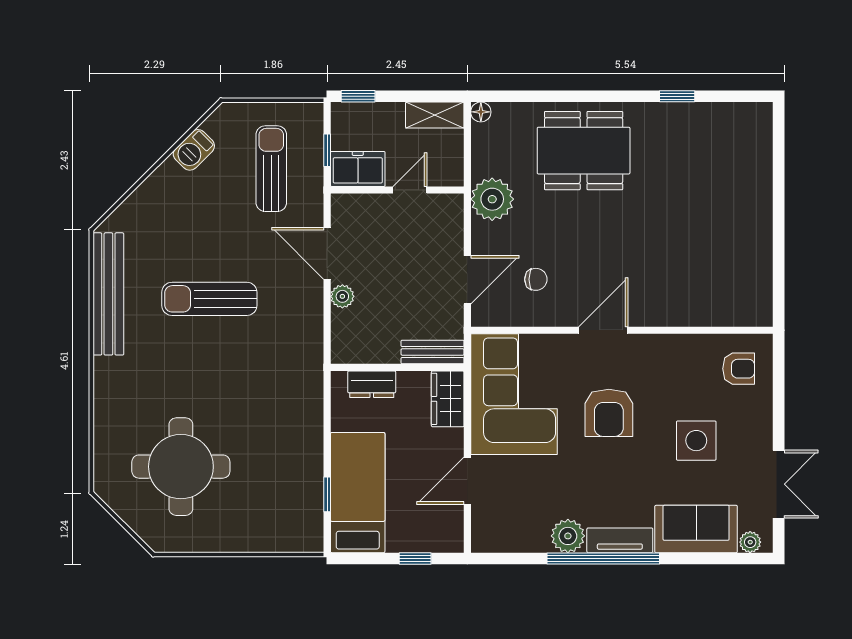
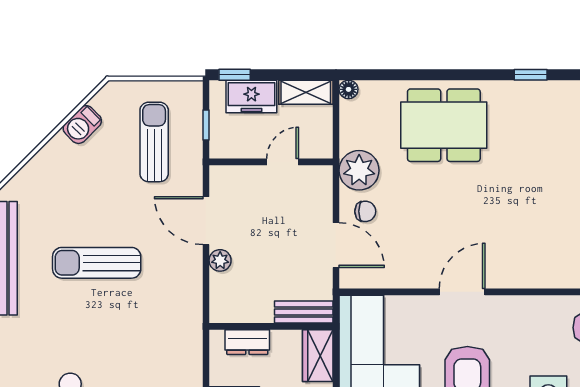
freezer: (358, 169) -> (251, 96), moved, turned 180
chair: (536, 279) -> (365, 211), moved
door: (467, 280) -> (336, 245), hinge flipped

